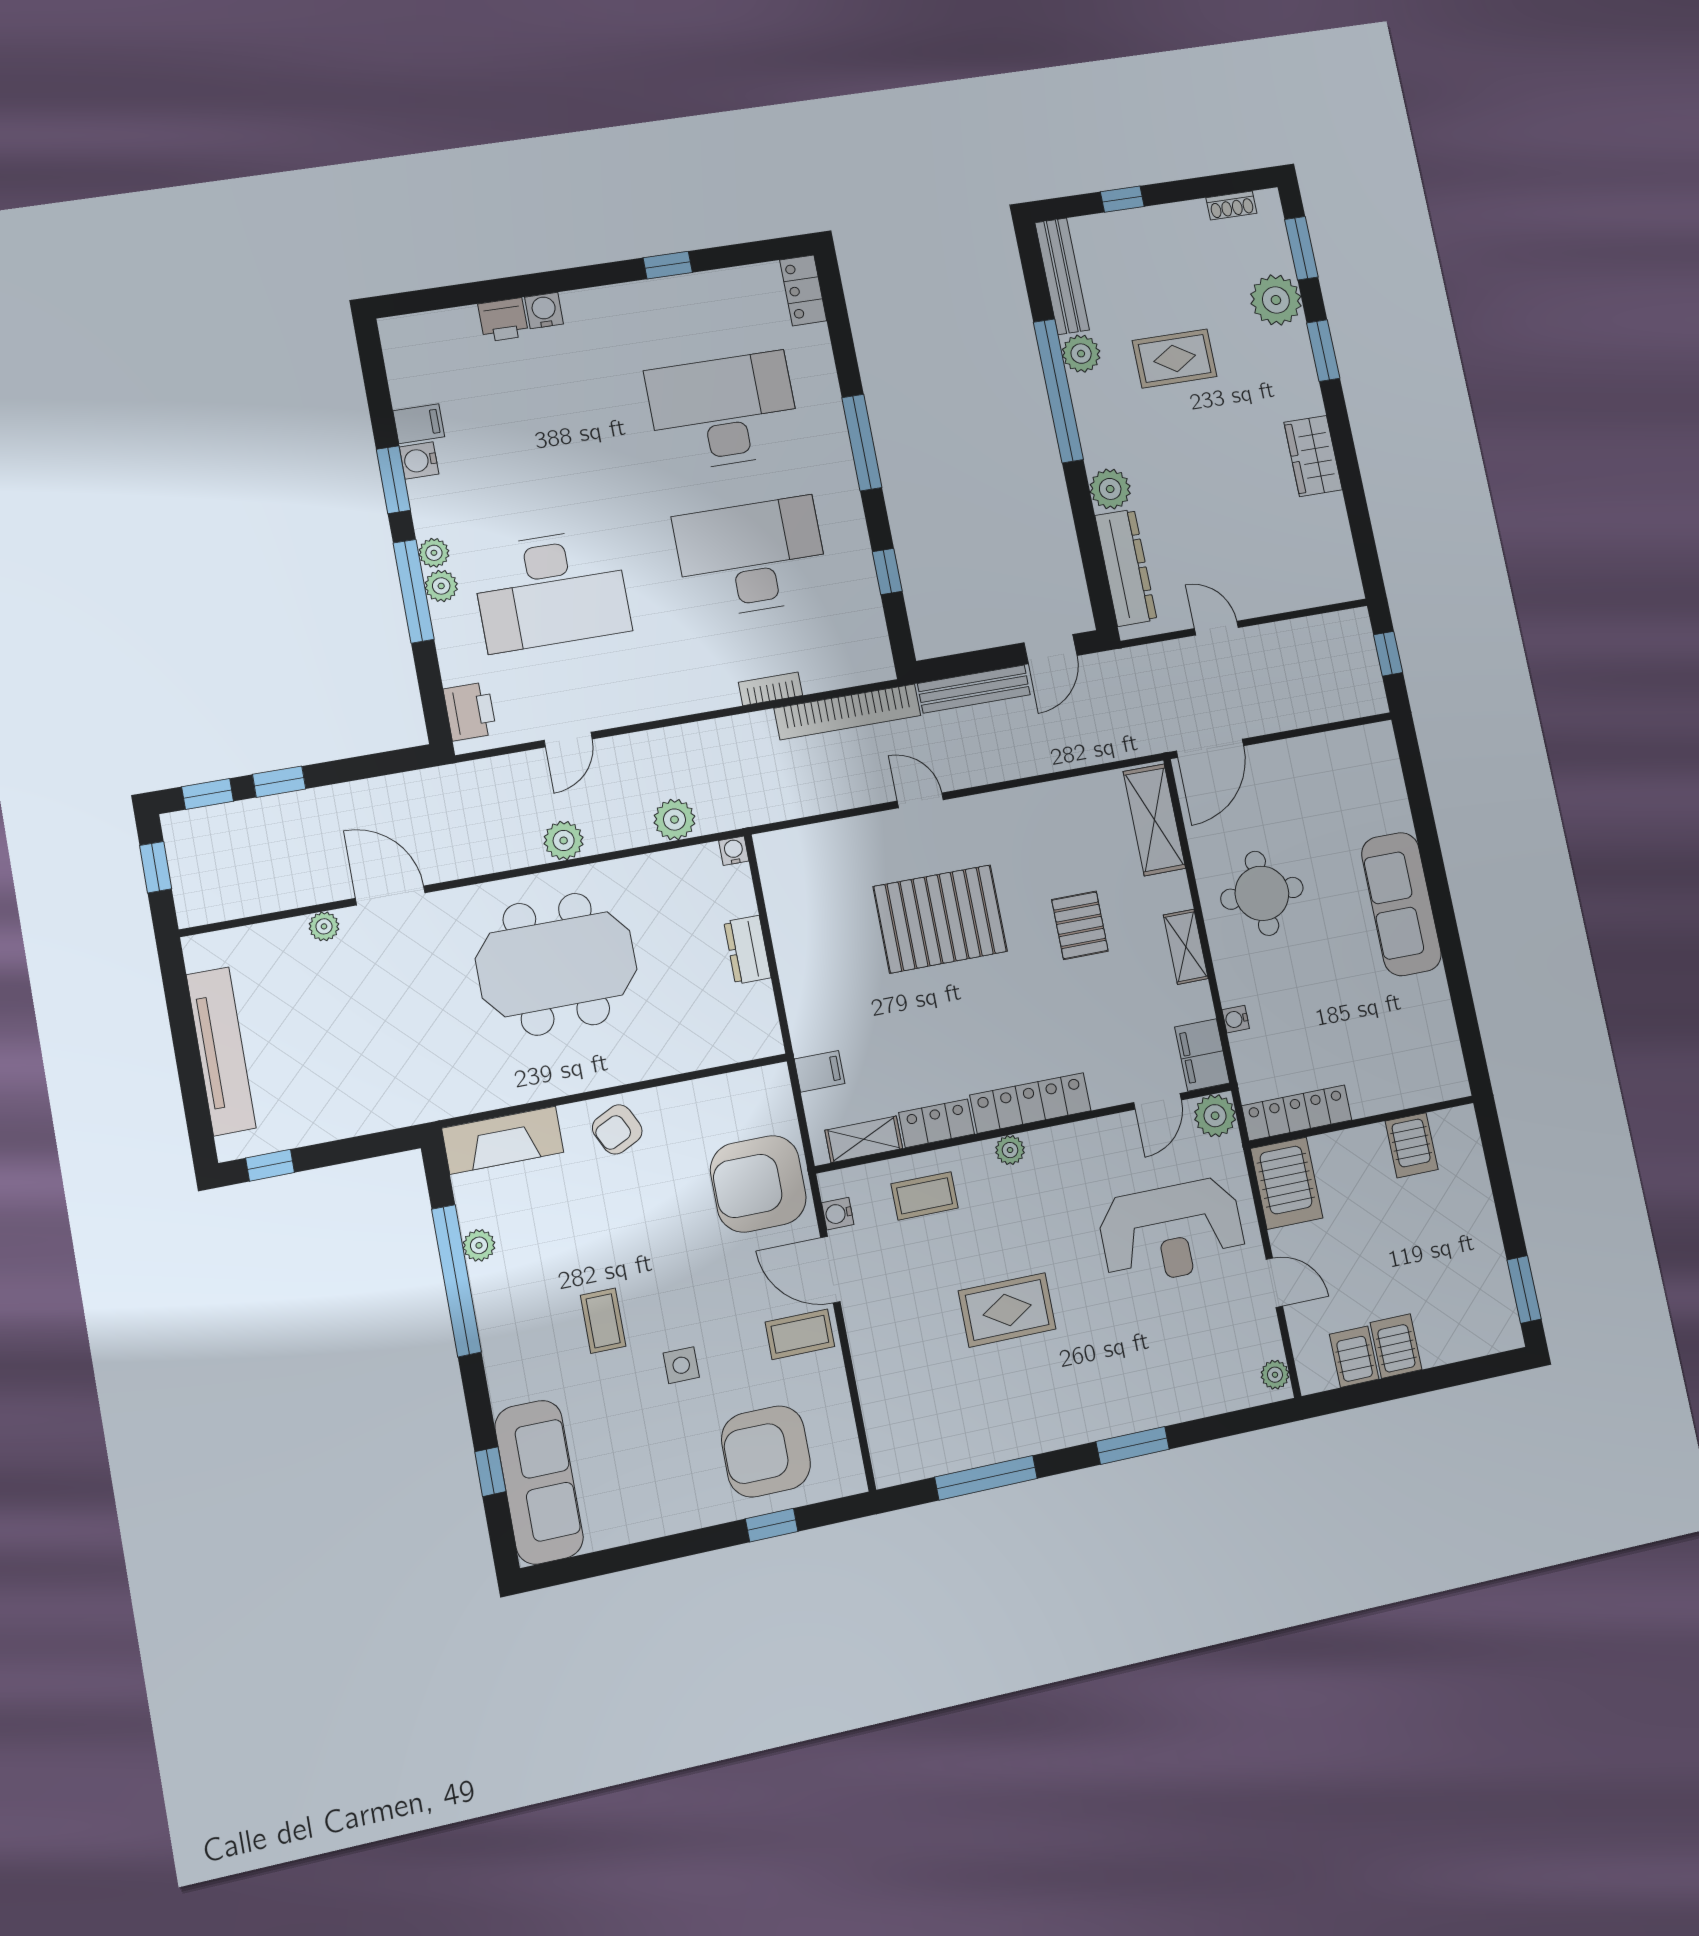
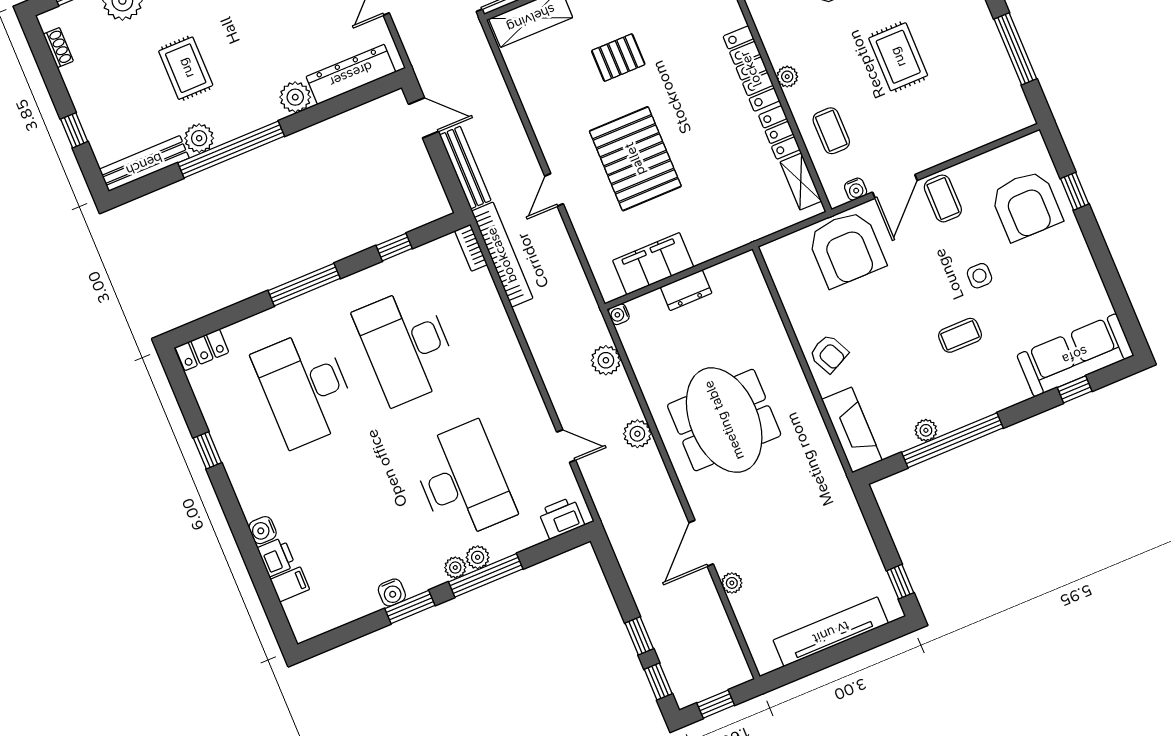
filing cabinet: (419, 424) -> (290, 584), moved, turned 90
bookcase: (771, 689) -> (471, 248), moved
filing cabinet: (820, 1071) -> (653, 264), moved, width x3.00, depth x1.17

